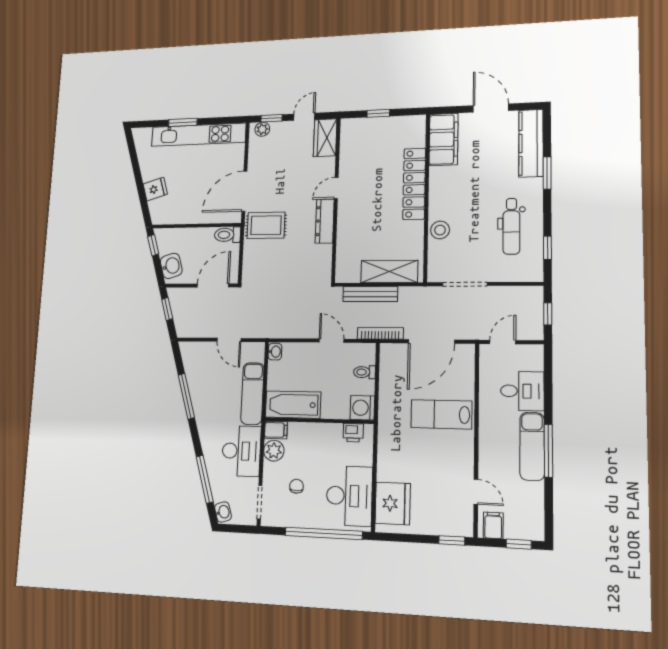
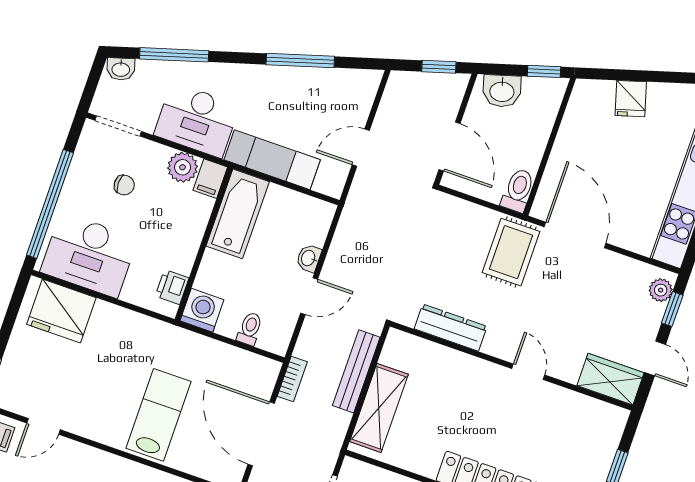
dresser: (325, 221) -> (451, 328), moved
bookcase: (380, 333) -> (292, 379), width x0.64
washbasin: (275, 352) -> (309, 258), moved, turned 90

